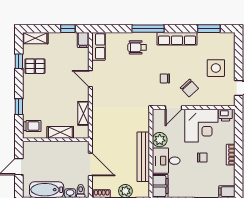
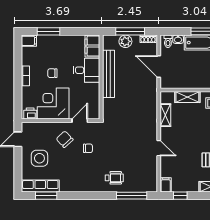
window: (148, 29) -> (132, 196), moved
row of seats: (177, 39) -> (40, 186), moved
row of seats: (98, 46) -> (151, 179), removed
plant: (160, 140) -> (93, 90), removed

